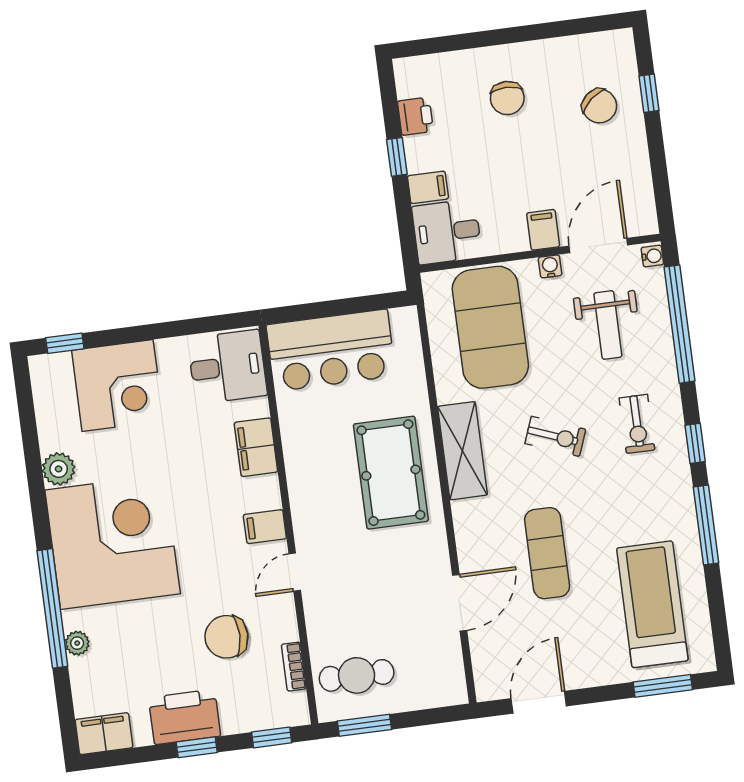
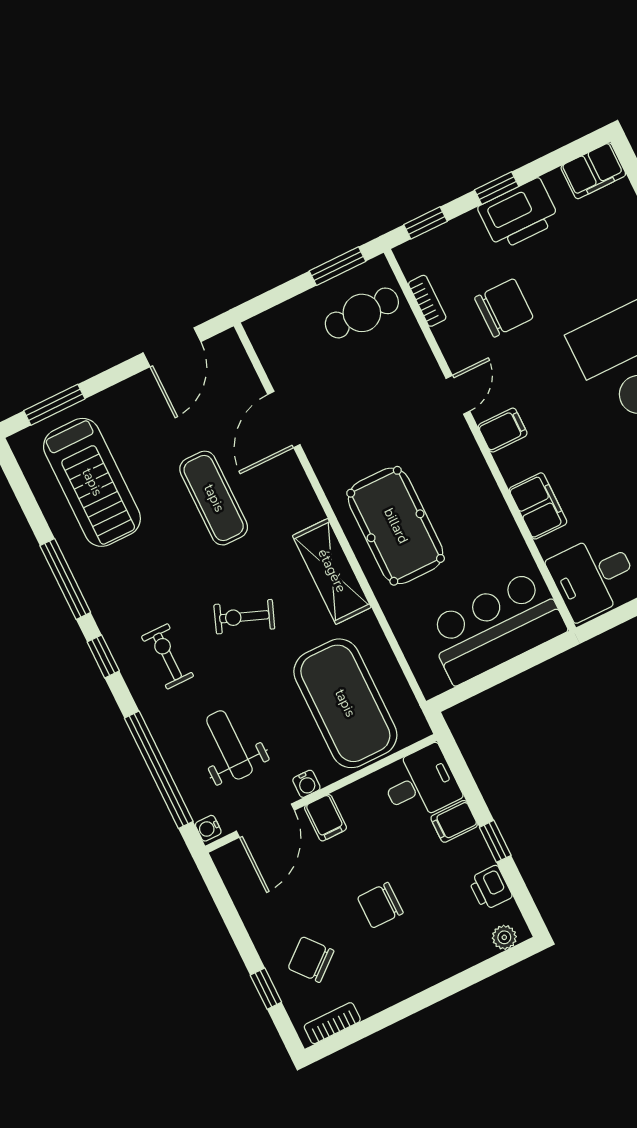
bookcase: (600, 42) -> (332, 1023), added
plant: (418, 67) -> (504, 937), added
chair: (507, 98) -> (380, 905), moved, turned -90

